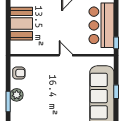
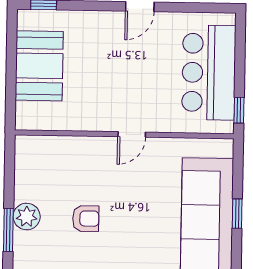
door: (66, 55) -> (132, 134), swing flipped
armchair: (19, 73) -> (86, 219), moved

